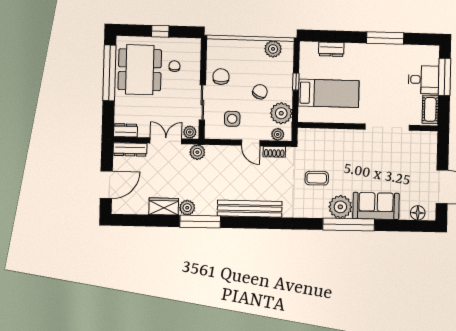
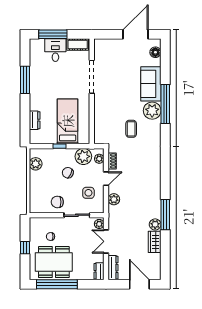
plant: (197, 152) -> (114, 199), moved
bench: (250, 209) -> (155, 178), removed

